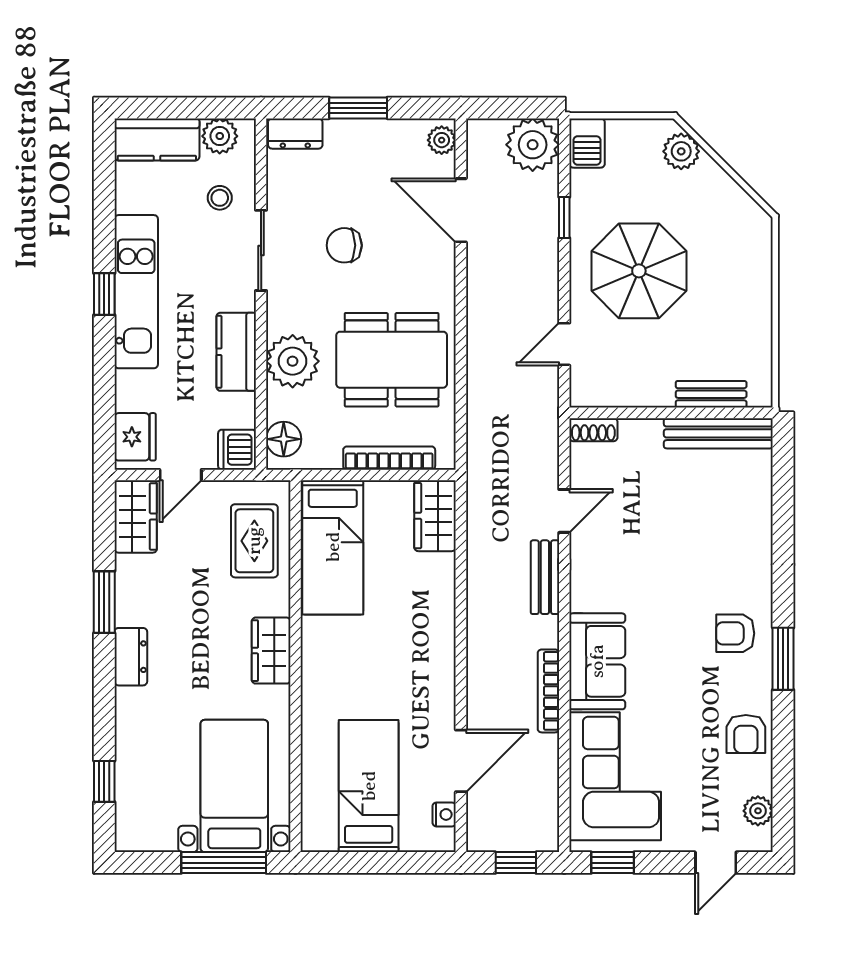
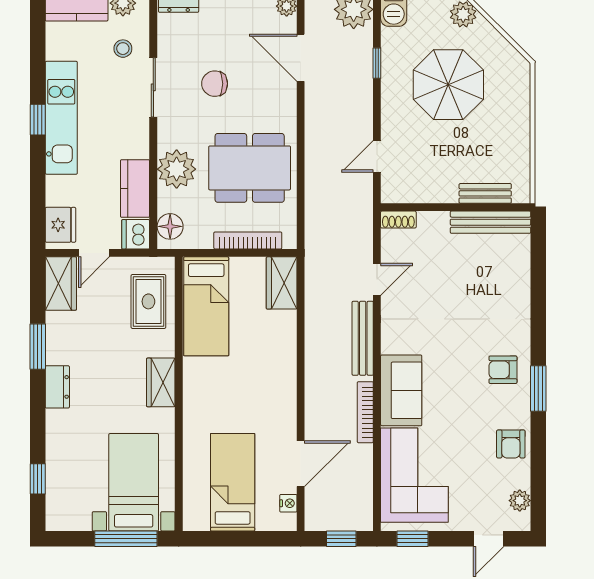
parasol: (639, 271) -> (448, 85), moved
kitchen counter: (236, 352) -> (135, 189), moved
bench: (545, 577) -> (363, 338), width x1.36

